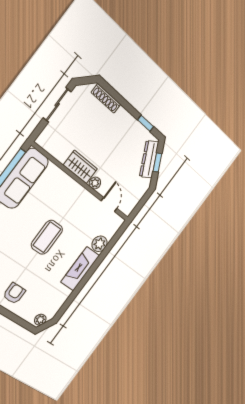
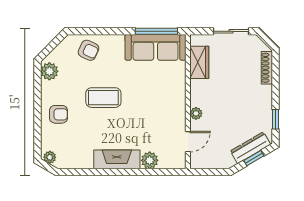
wardrobe: (80, 167) -> (199, 62), moved
coffee table: (47, 237) -> (103, 98), moved

